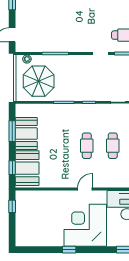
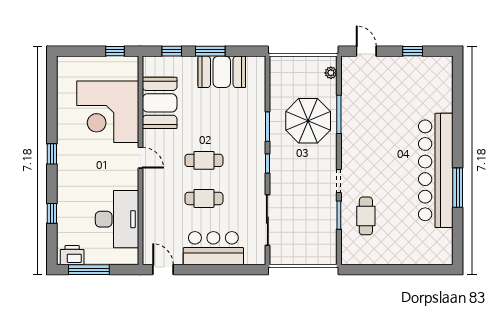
parasol: (39, 81) -> (308, 121), moved
window: (12, 131) -> (210, 51), moved
booth: (27, 168) -> (160, 103), moved, turned 90
corner desk: (85, 225) -> (108, 112), moved, turned 180
window: (69, 250) -> (52, 154), moved

